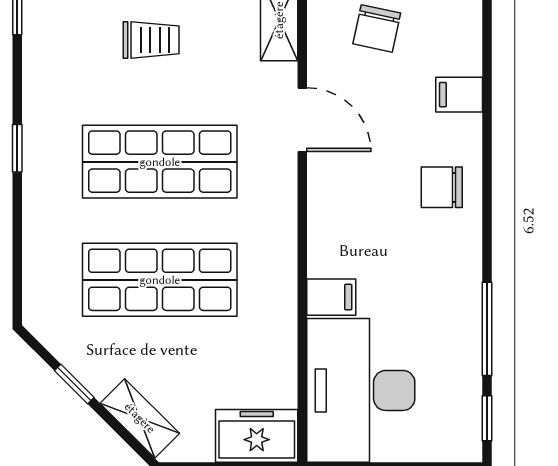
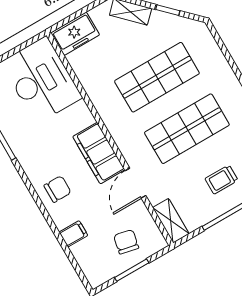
door: (302, 120) -> (136, 183), hinge flipped
filing cabinet: (331, 297) -> (99, 153), moved, width x3.00, depth x1.17

